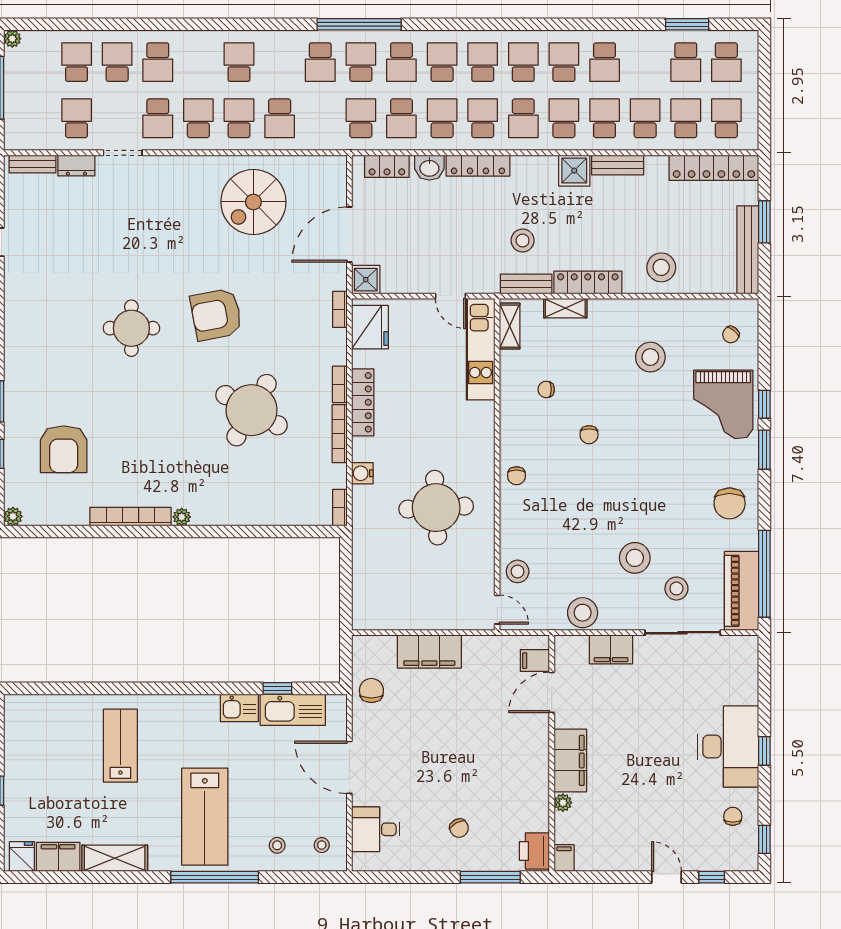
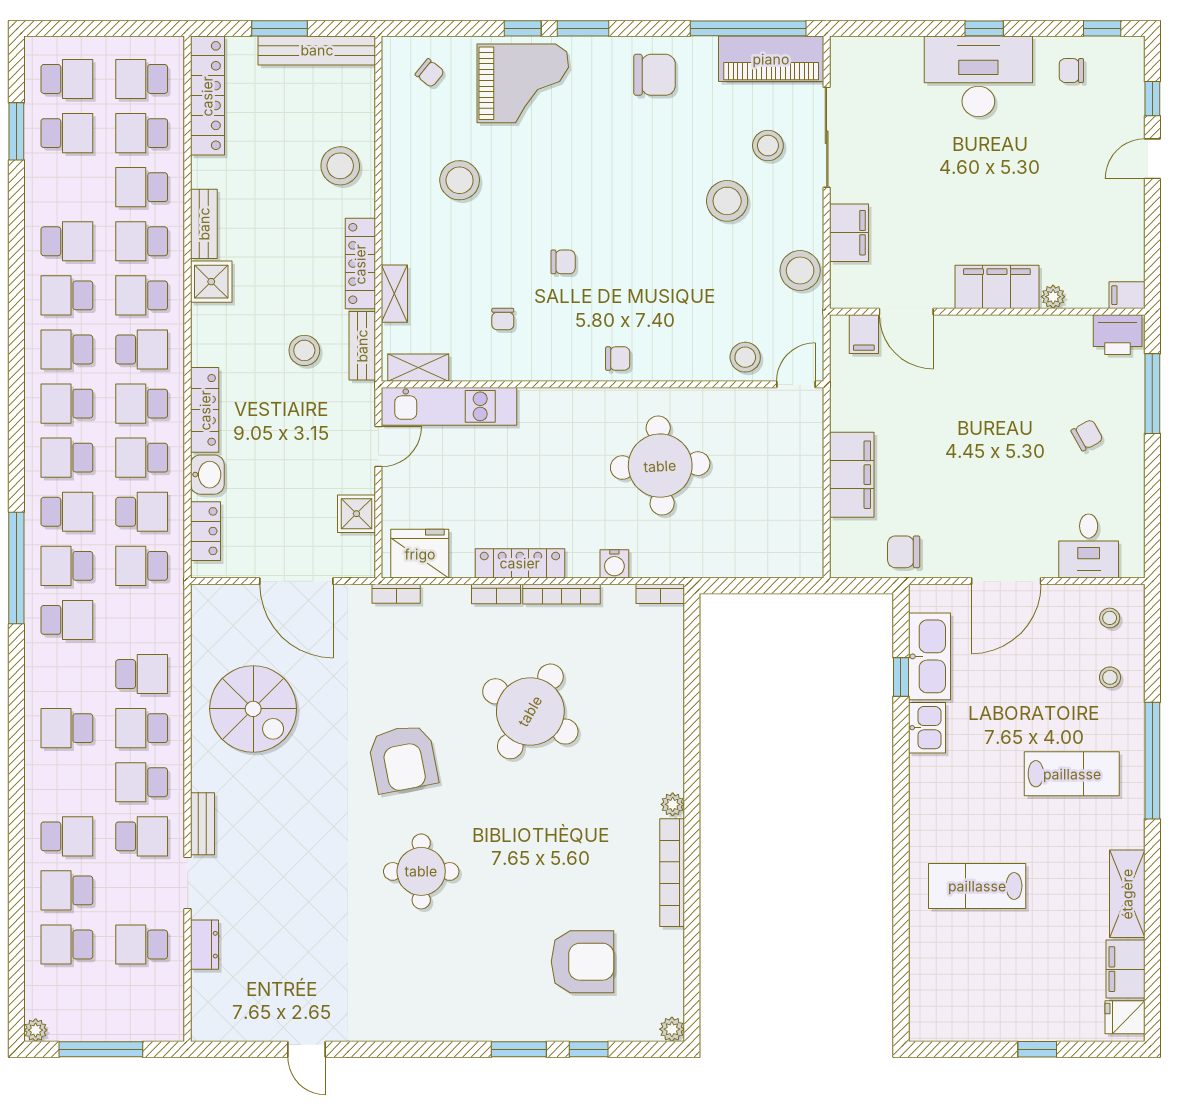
bench: (33, 164) -> (202, 824), moved
shower: (366, 280) -> (356, 514), moved
lab bench: (205, 817) -> (1072, 774), width x0.73, depth x0.72

